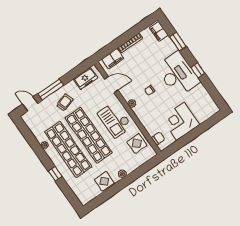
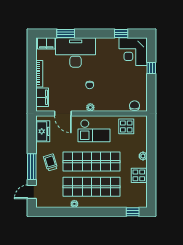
window: (198, 70) -> (121, 33), moved
desk: (178, 74) -> (76, 52), moved
door: (111, 85) -> (63, 114), swing flipped
corner desk: (180, 121) -> (133, 52), moved
window: (198, 131) -> (151, 68), added
window: (55, 174) -> (133, 212), moved

